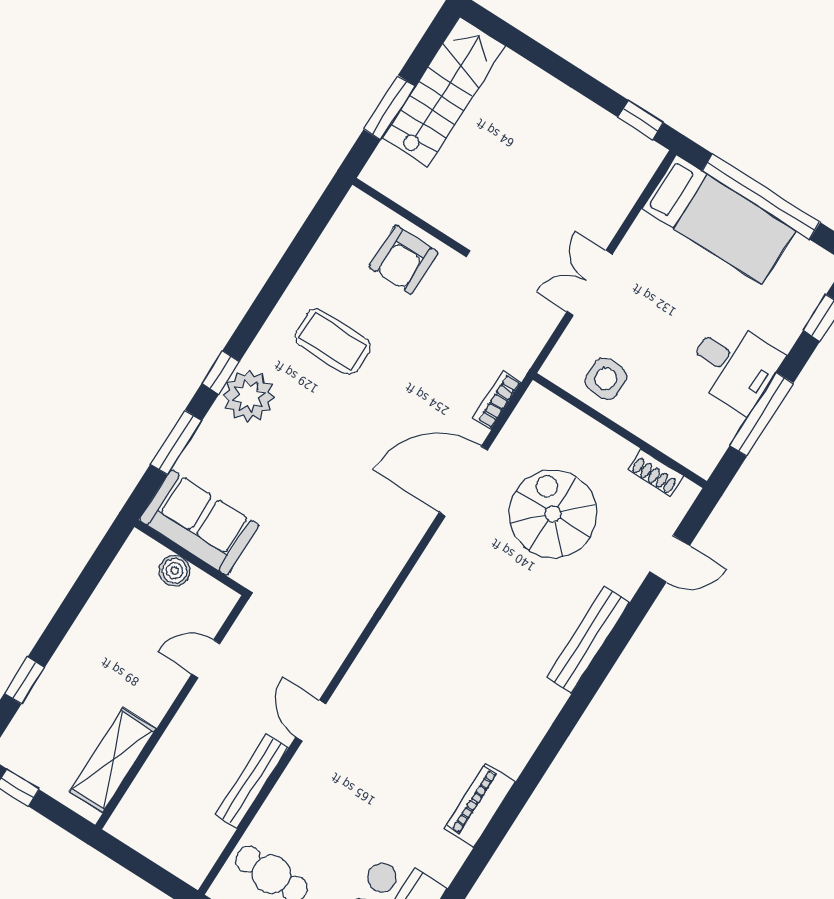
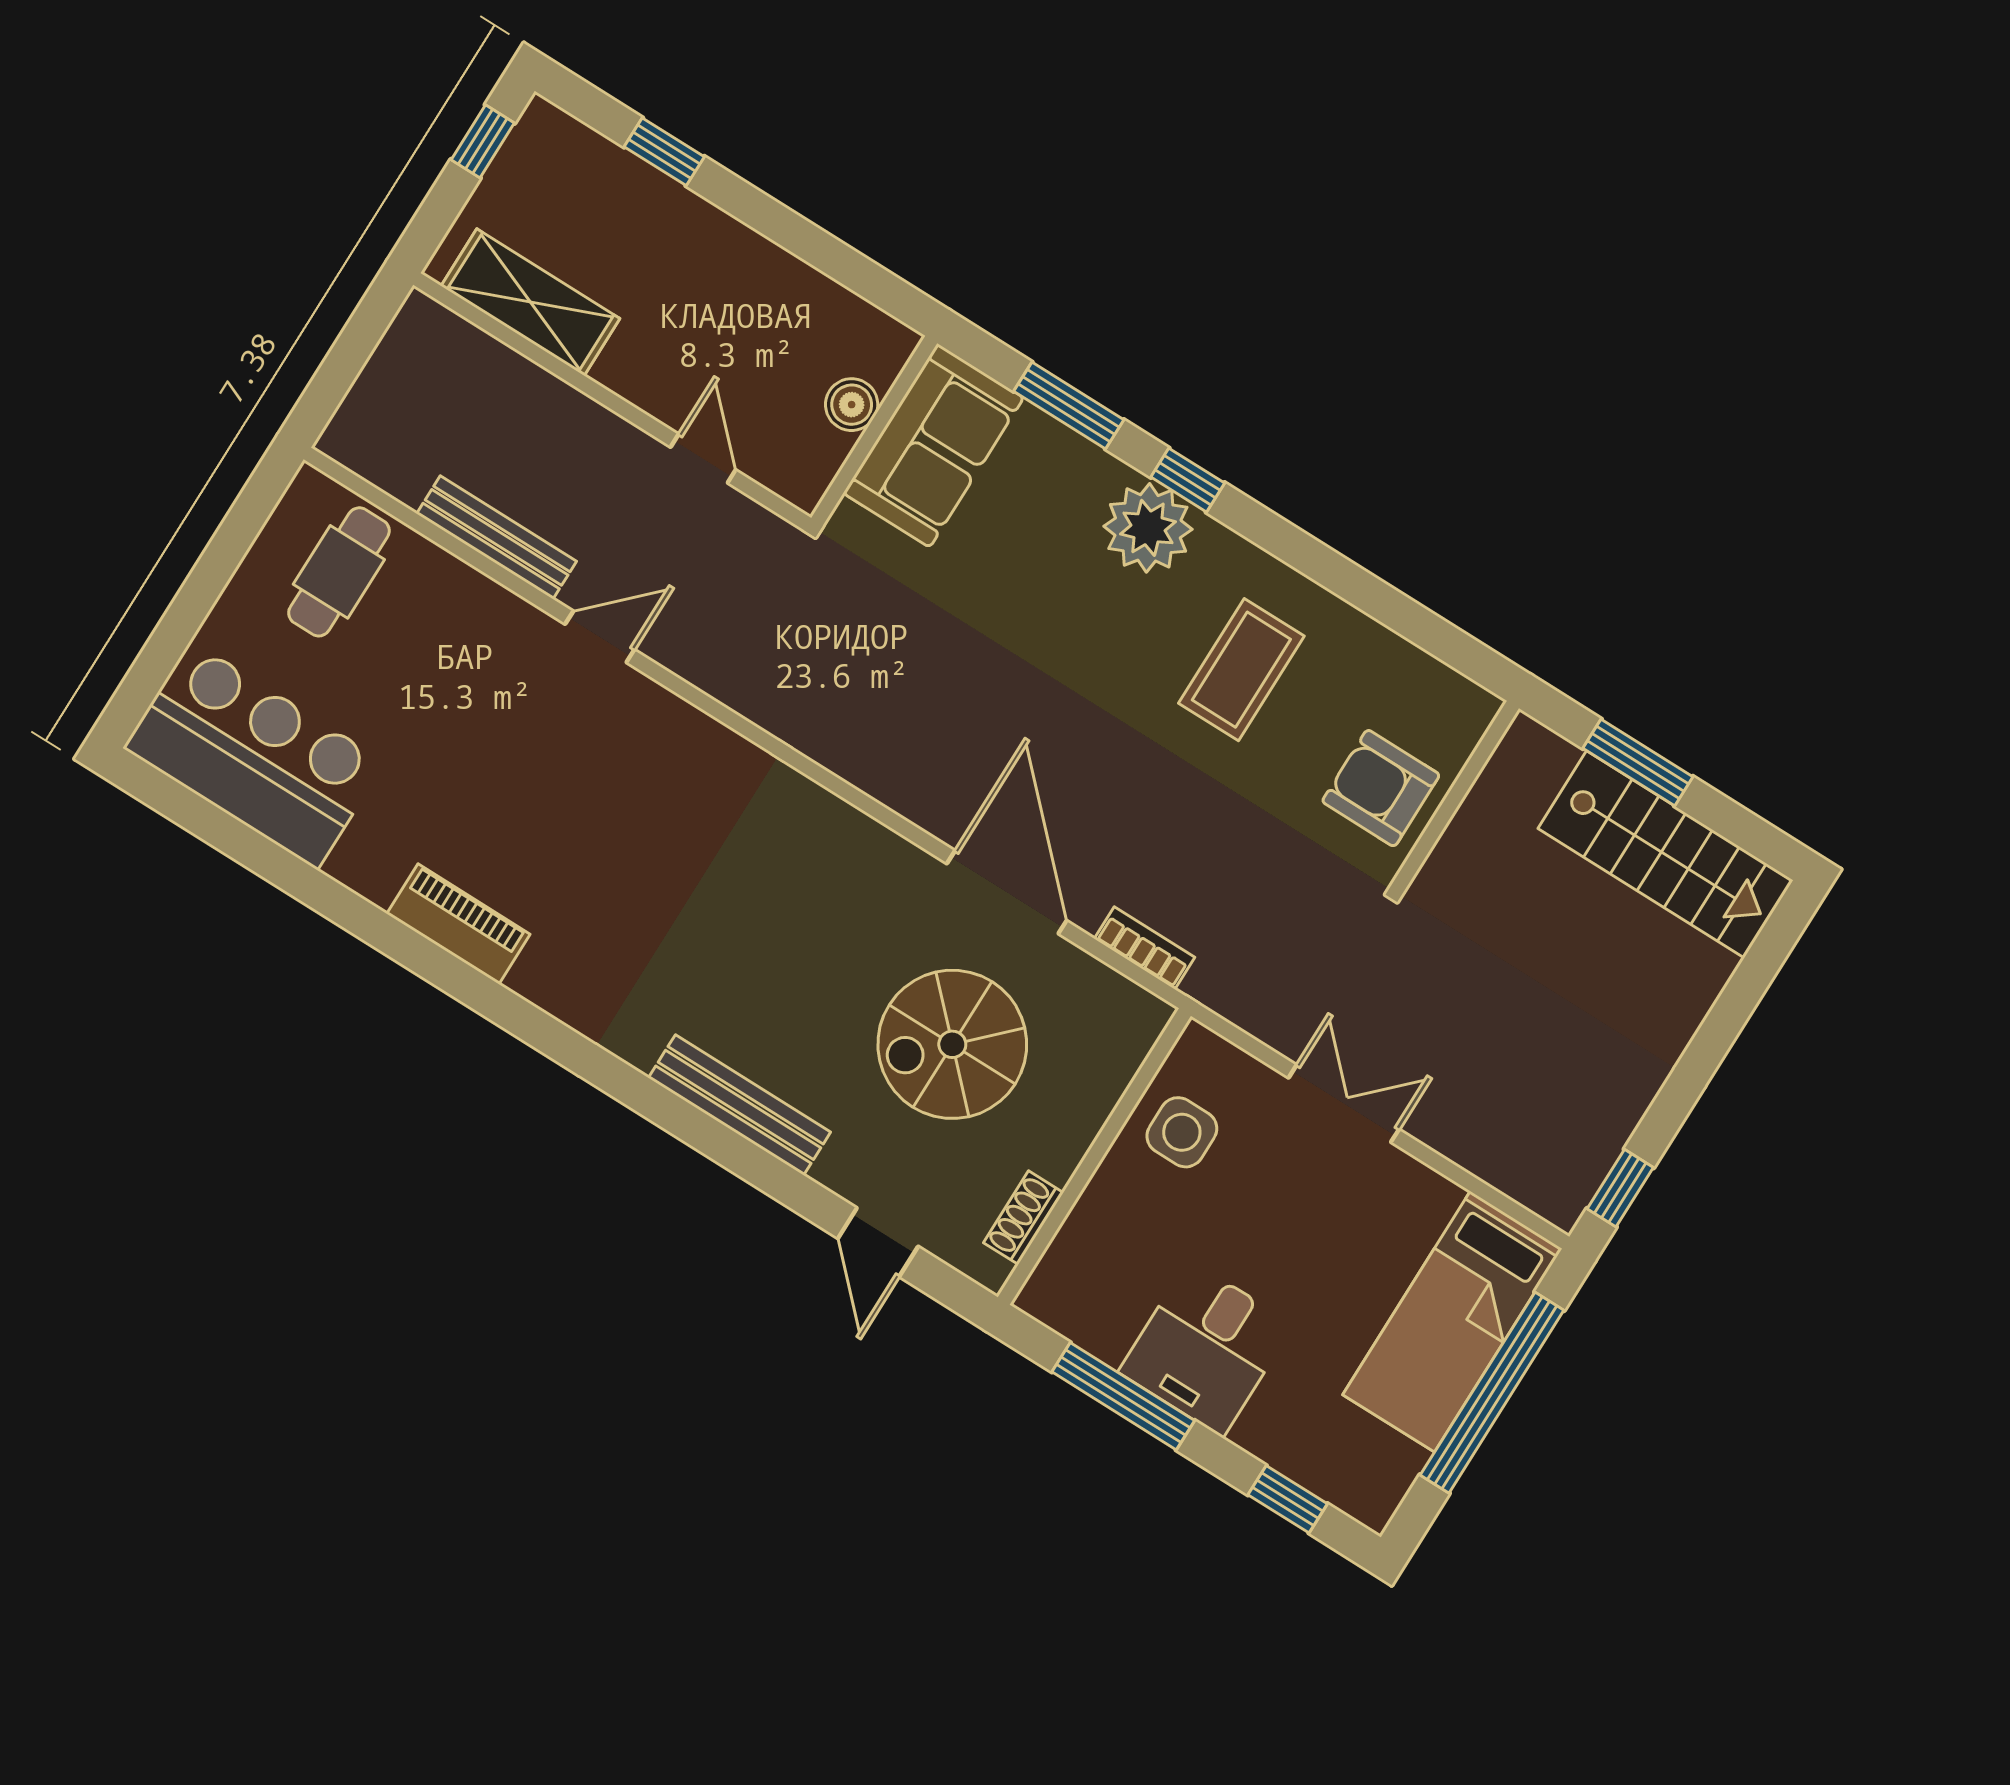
spiral stairs: (553, 514) -> (952, 1044), turned 180

